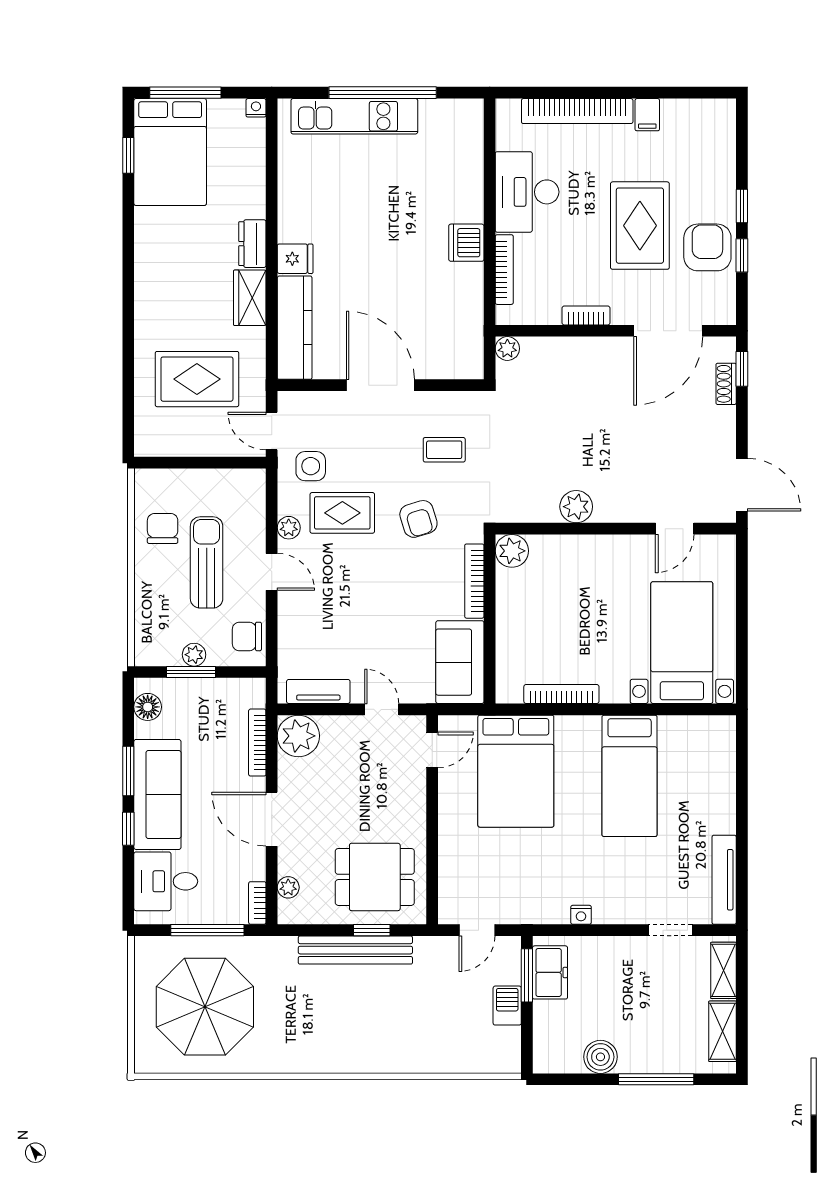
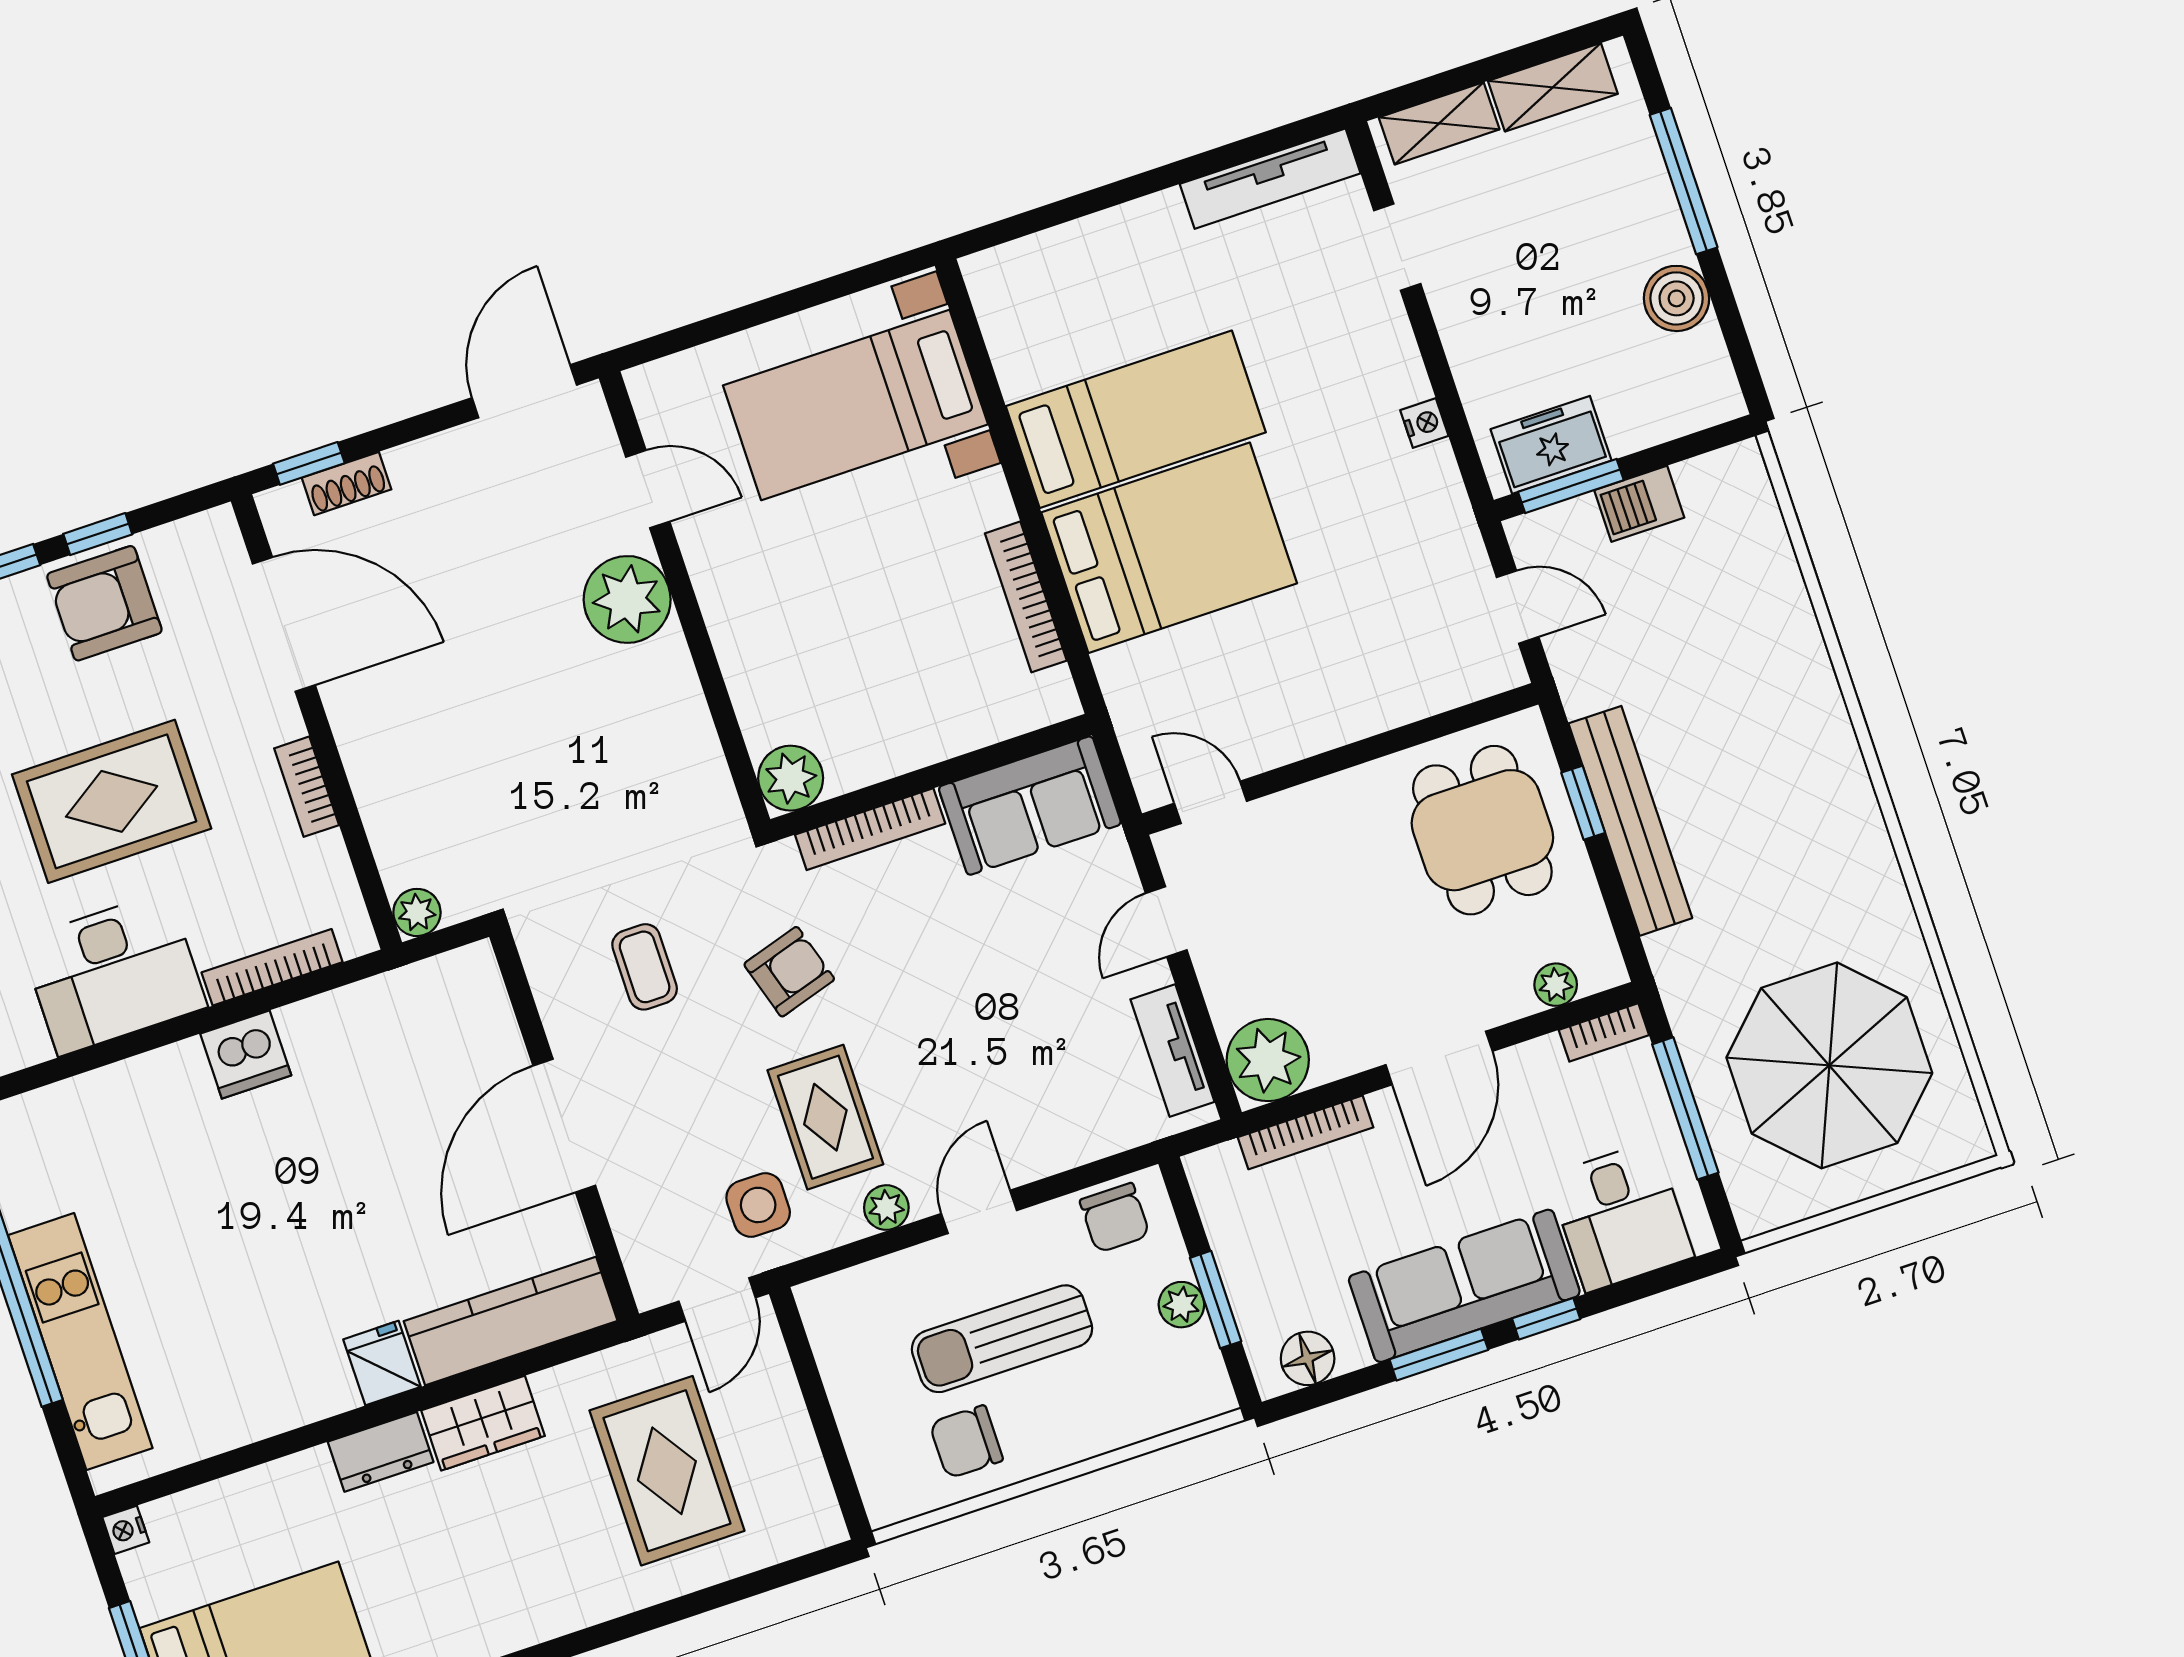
rug: (640, 226) -> (112, 801), moved
plant: (576, 507) -> (627, 599), moved, width x1.36, depth x1.36
bed: (516, 771) -> (1169, 548), moved

